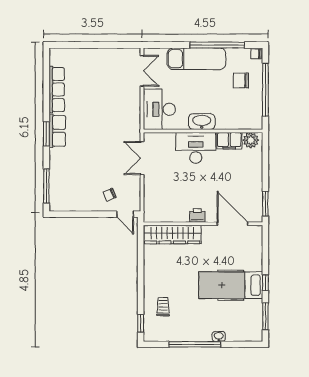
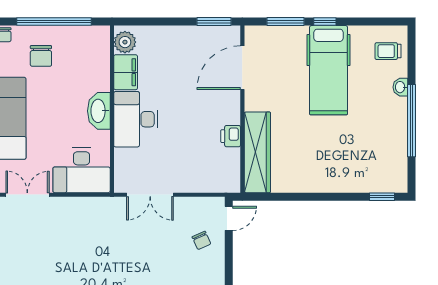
printer: (197, 215) -> (231, 136), moved
trolley: (163, 307) -> (388, 51), moved
window: (265, 316) -> (286, 22), moved

